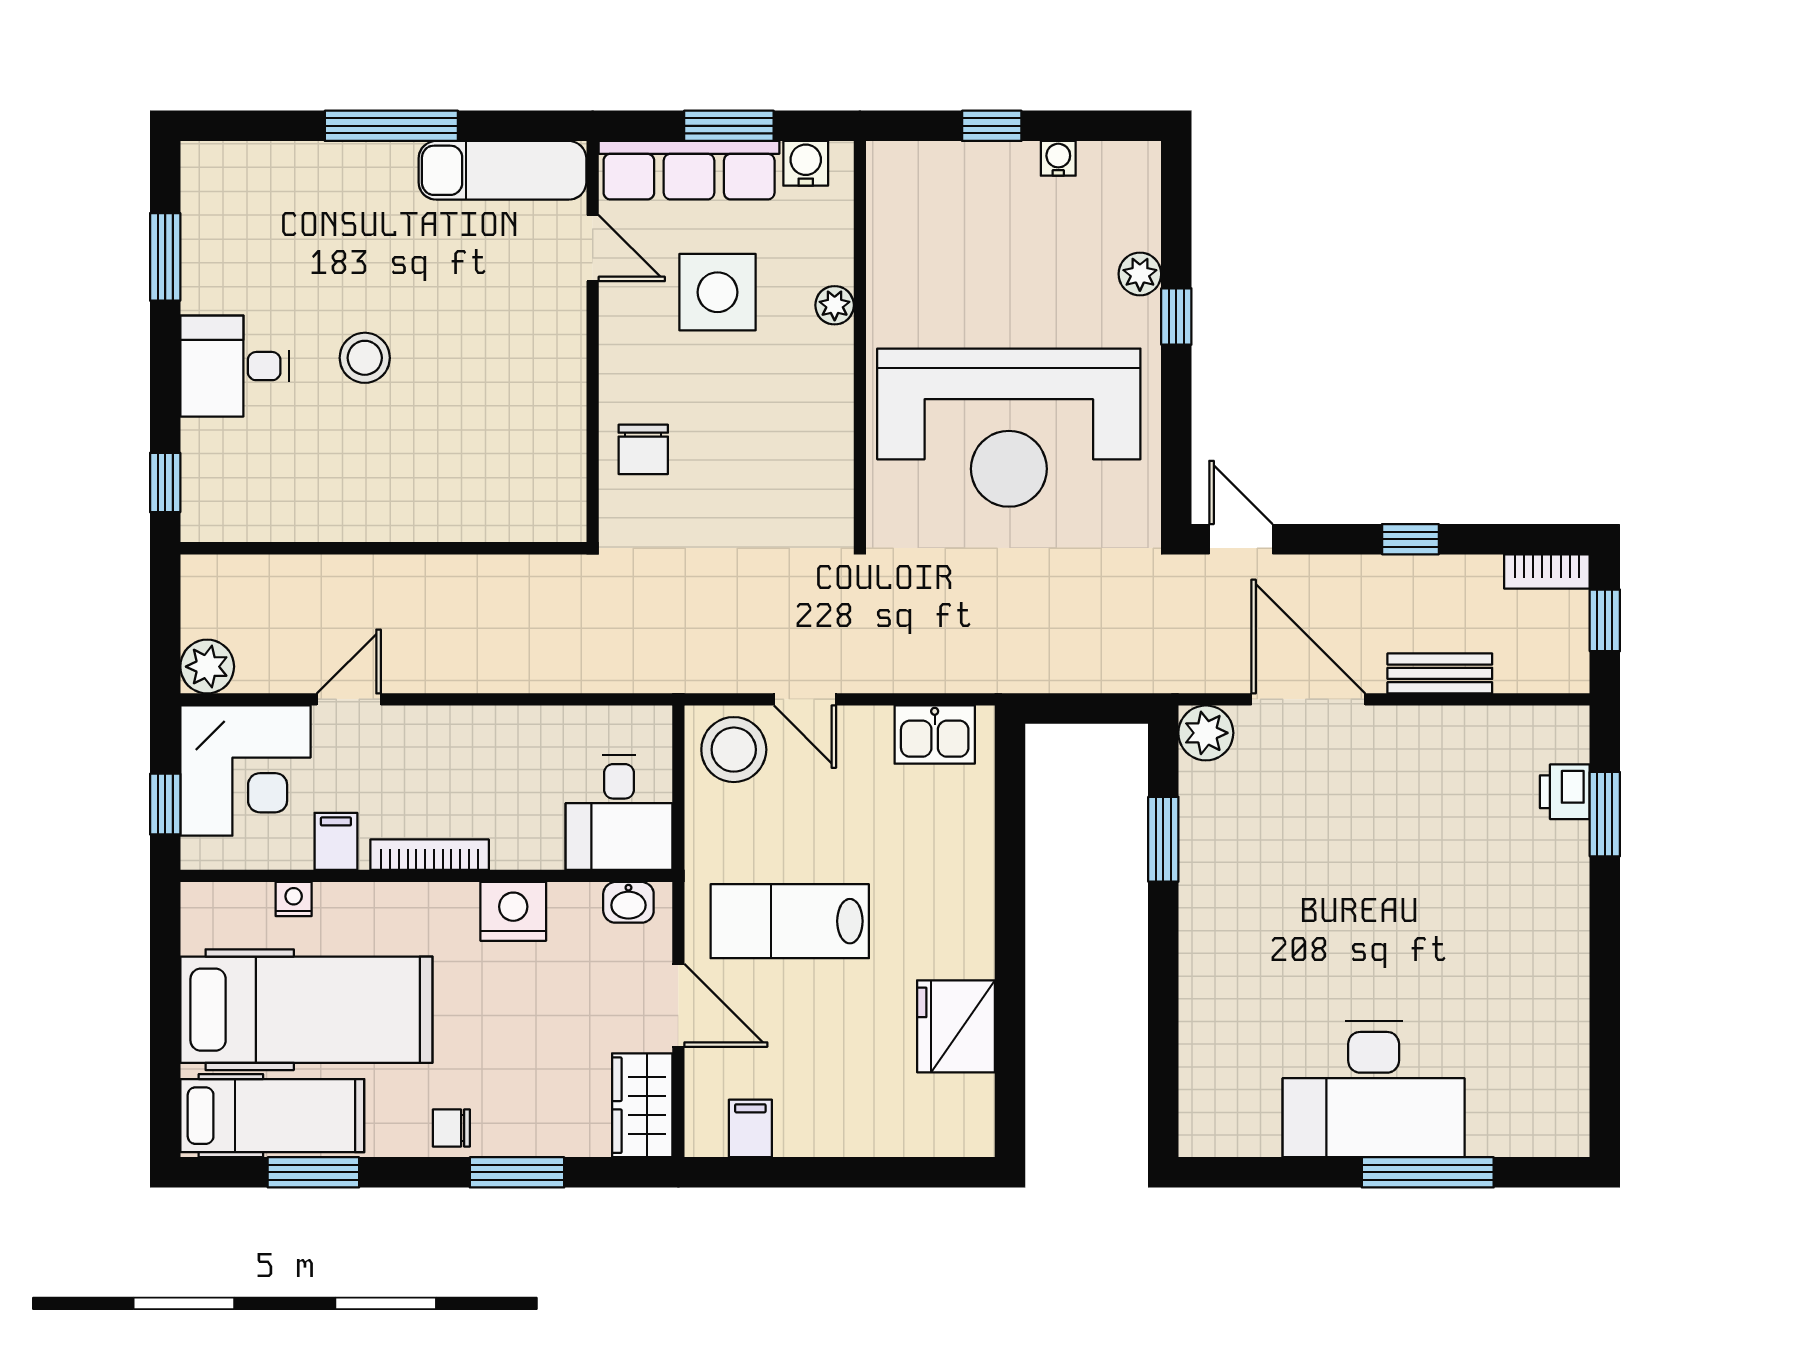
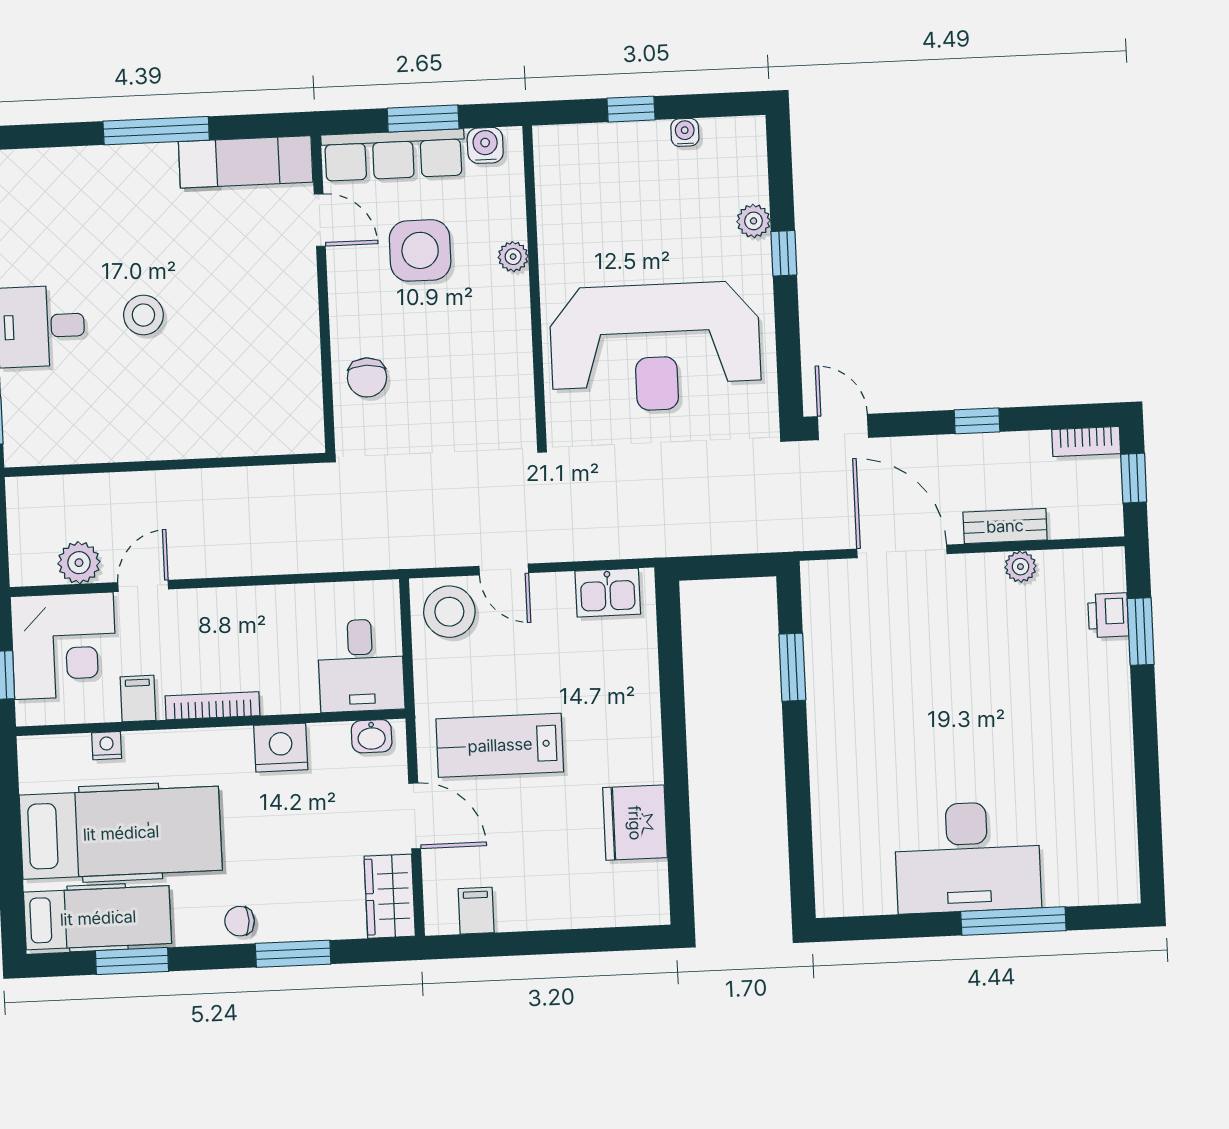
plant: (207, 667) -> (79, 563), moved
plant: (1206, 733) -> (1020, 567), moved, width x0.73, depth x0.73

